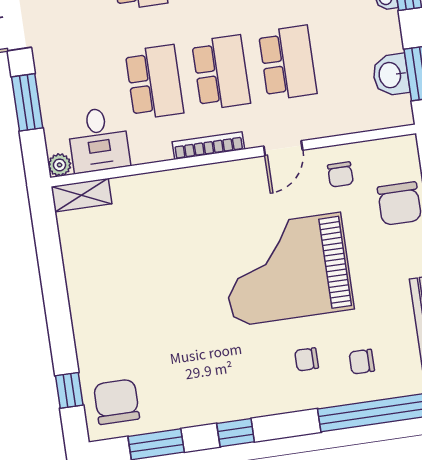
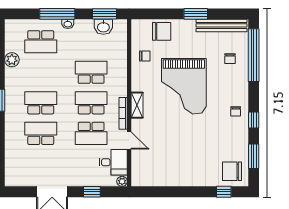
school desk: (154, 82) -> (91, 133), turned 180
window: (27, 102) -> (92, 192), width x0.67
door: (283, 148) -> (129, 140), moved
shelving: (82, 195) -> (137, 105), moved
chair: (307, 359) -> (236, 111), moved

